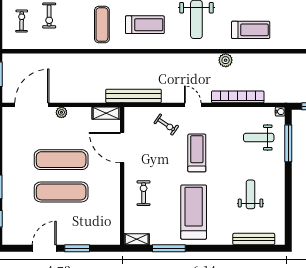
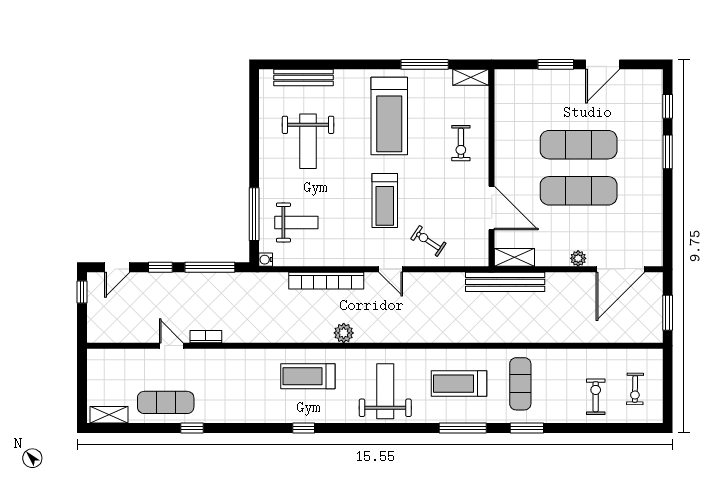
bench: (133, 96) -> (505, 282), moved
weight bench: (251, 194) -> (308, 141), width x1.36, depth x1.33

